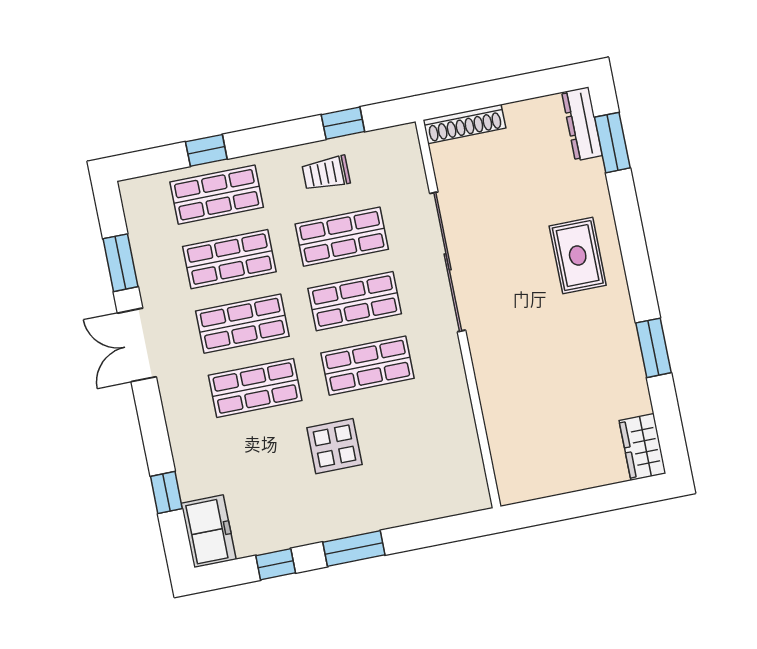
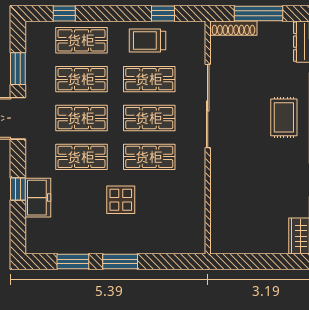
window: (501, 92) -> (259, 13), added
window: (206, 150) -> (64, 13), moved
trolley: (326, 173) -> (147, 40), width x1.36, depth x1.39
window: (166, 493) -> (18, 189), moved
freezer: (209, 531) -> (38, 198), moved
window: (276, 564) -> (73, 262), width x1.50

